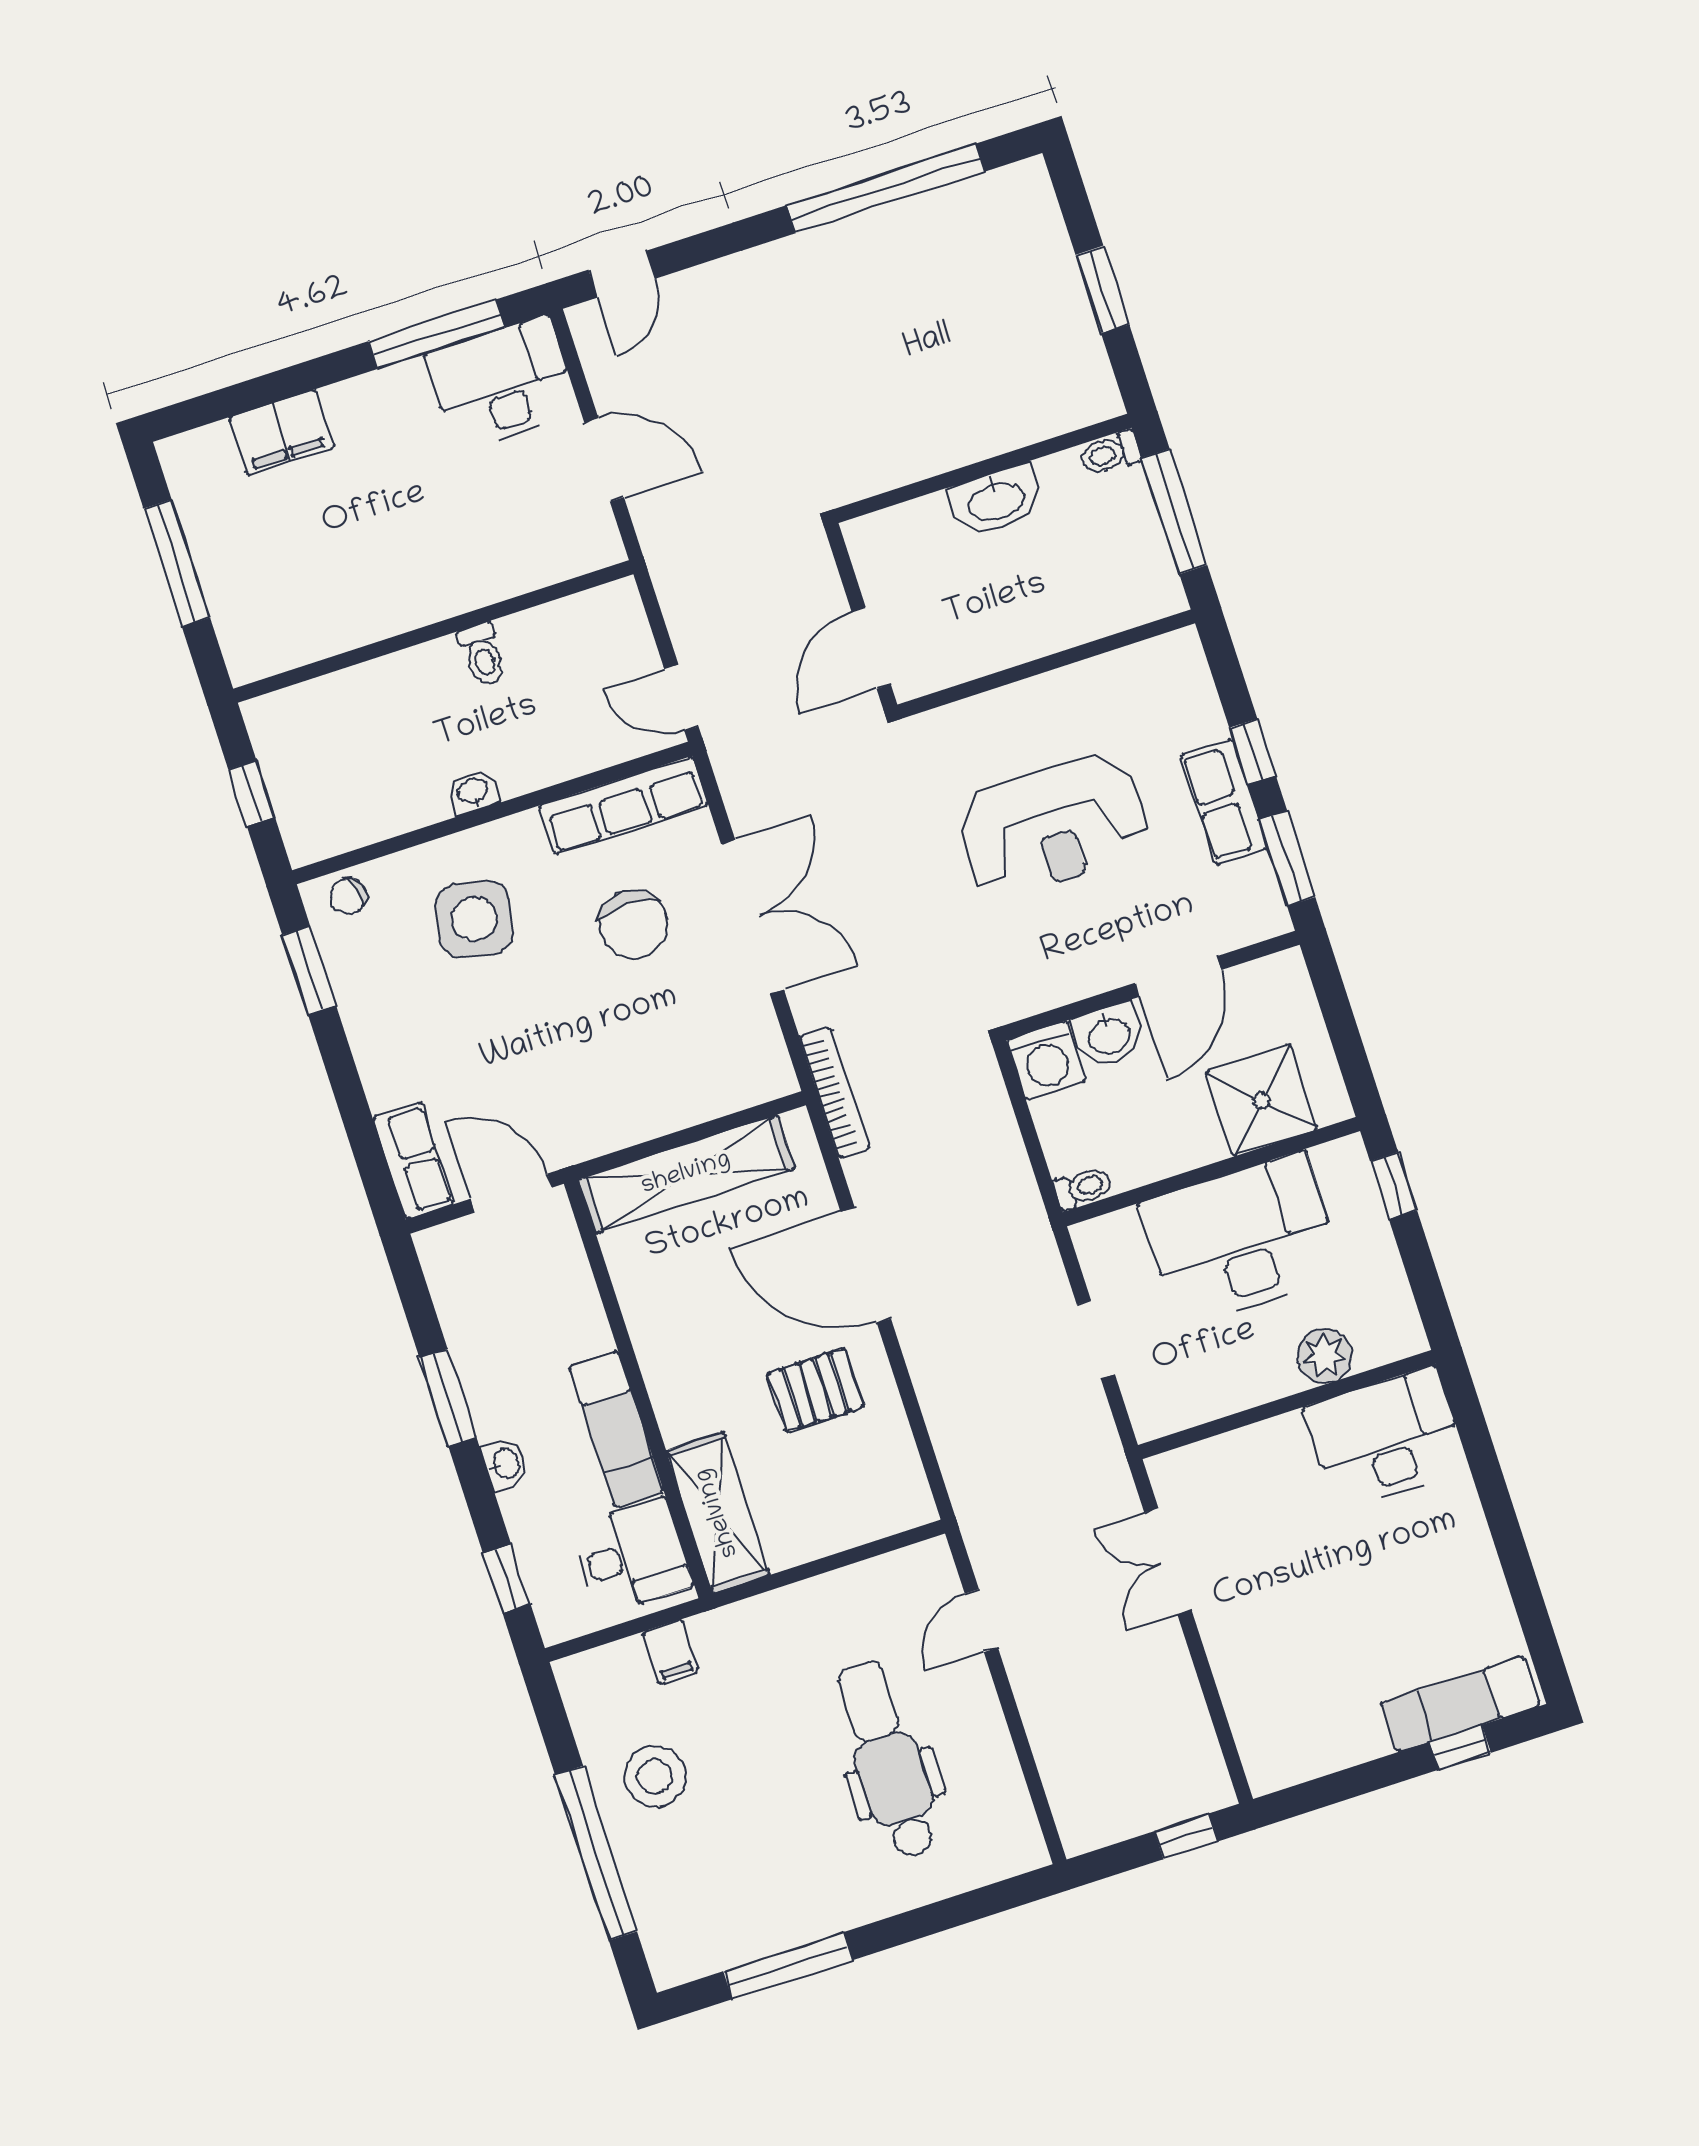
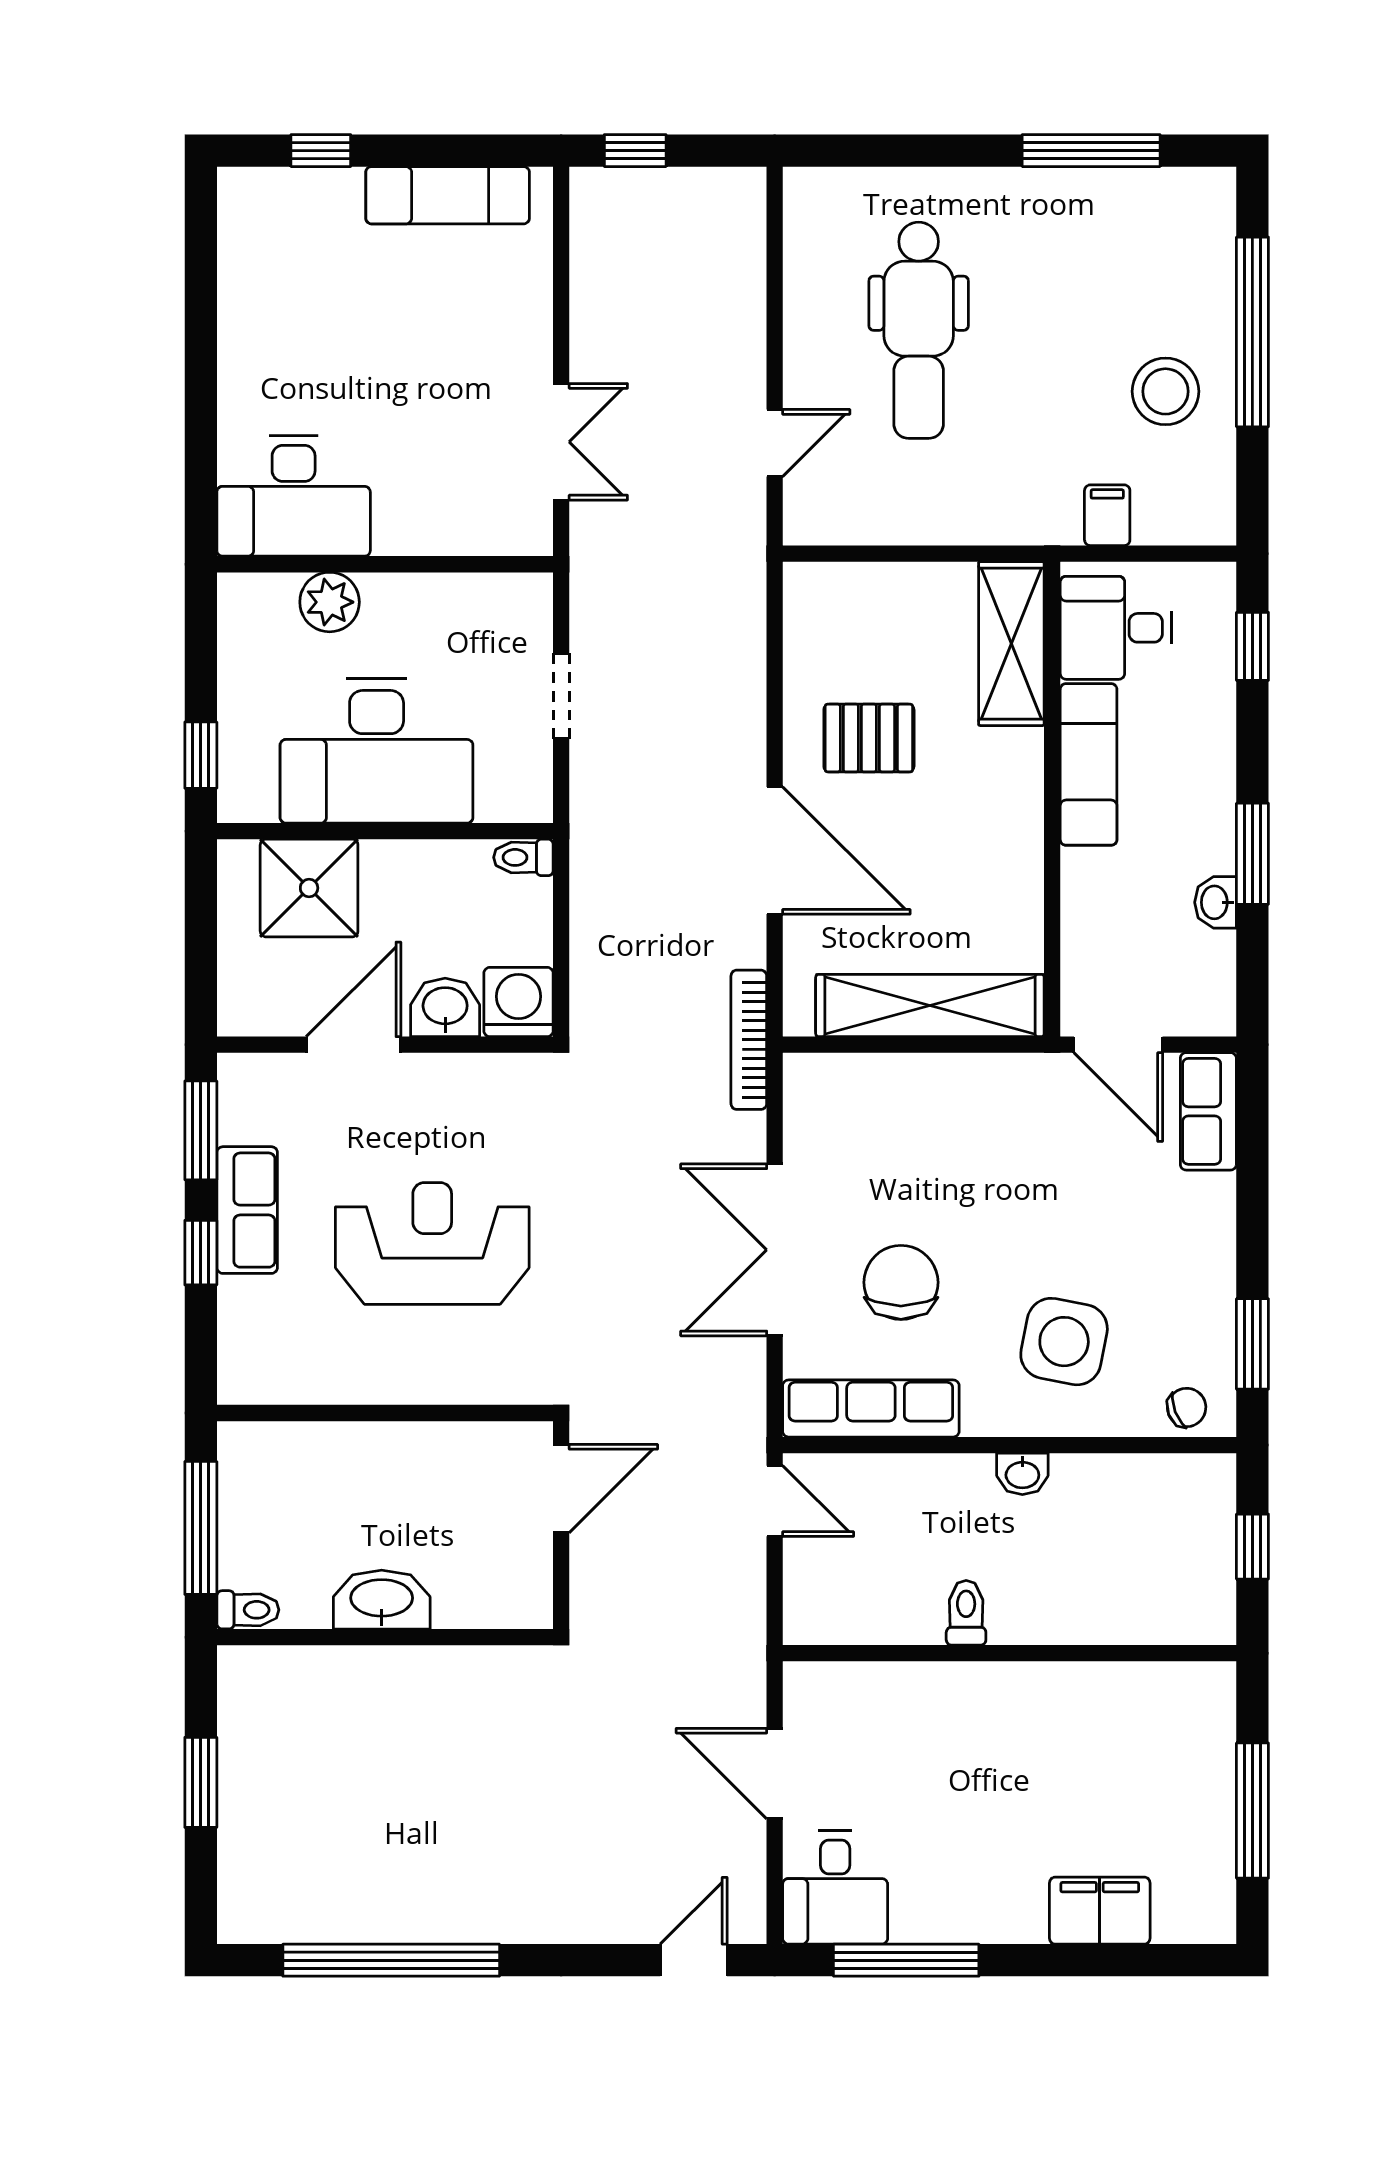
desk: (502, 383) -> (835, 1888), width x0.73
washbasin: (505, 1464) -> (1216, 902), moved
exam couch: (1460, 1704) -> (448, 195), moved

